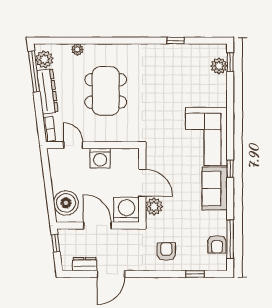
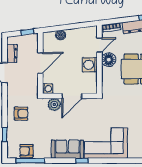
floor lamp: (93, 133) -> (109, 60), added
boiler: (66, 203) -> (61, 35), width x0.54, depth x0.54
washing machine: (126, 210) -> (47, 89), width x0.53, depth x0.53

